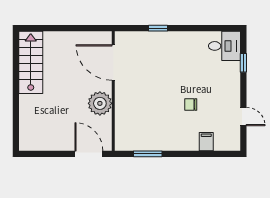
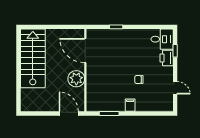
stairs: (31, 62) -> (33, 58), width x1.36, depth x1.51
printer: (231, 73) -> (167, 58), added
filing cabinet: (206, 142) -> (130, 105), moved

